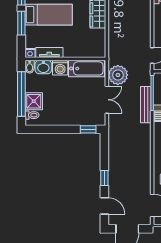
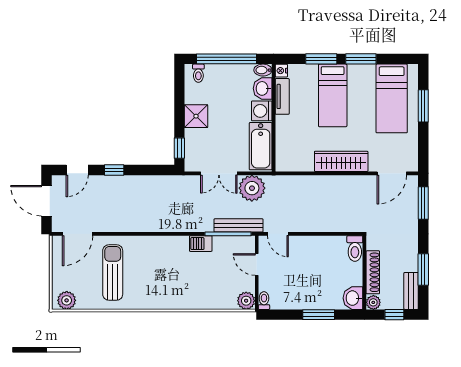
shower: (34, 101) -> (196, 116), moved
bench: (146, 105) -> (239, 225), moved

